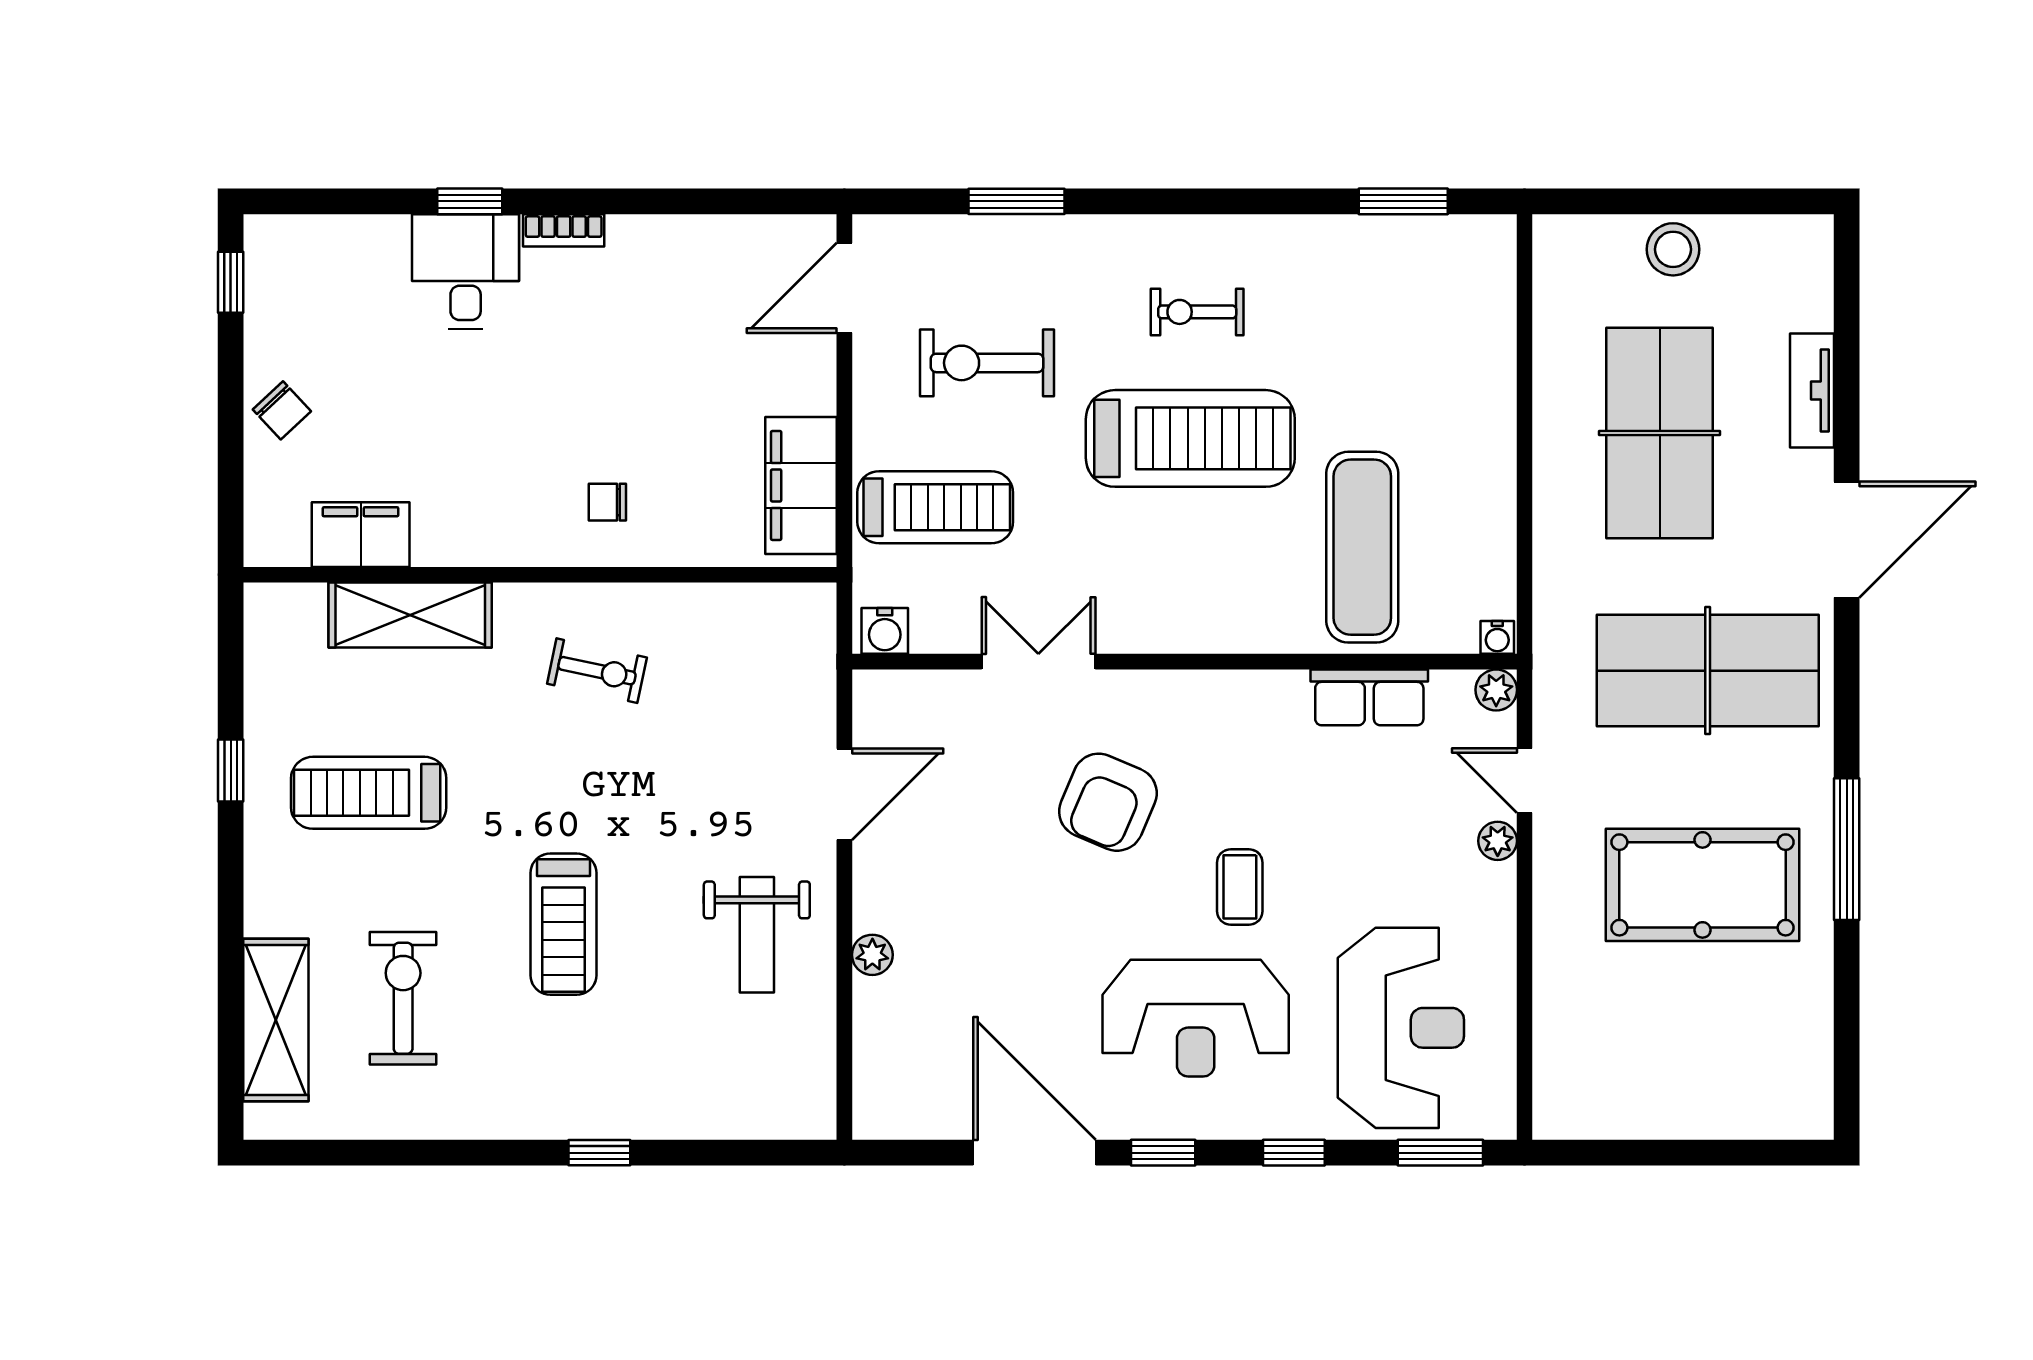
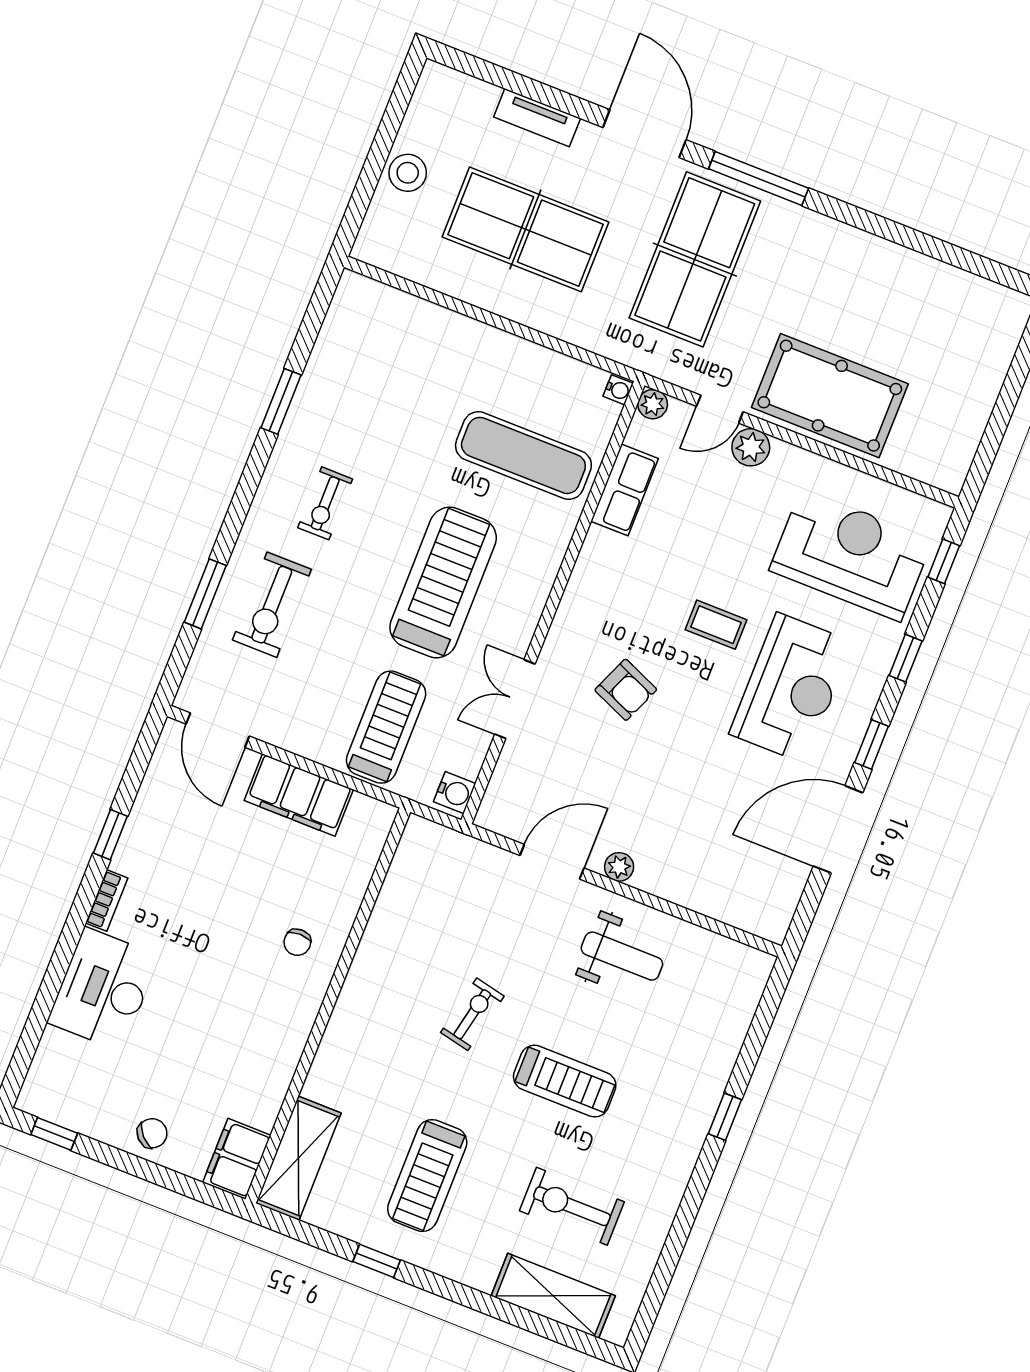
window: (470, 201) -> (110, 835), moved
window: (1403, 201) -> (281, 401), moved
desk: (466, 272) -> (103, 989), width x1.37
exercise bike: (987, 363) -> (272, 605), moved
treadmill: (1190, 438) -> (443, 582), moved
filing cabinet: (801, 485) -> (299, 795), moved
filing cabinet: (361, 535) -> (237, 1159), moved
shelving: (410, 615) -> (298, 1158), moved
exercise bike: (597, 671) -> (472, 1014), moved
door: (844, 794) -> (552, 862), hinge flipped
armchair: (1108, 802) -> (626, 690), width x0.72, depth x0.72
plant: (1498, 841) -> (751, 447), width x1.38, depth x1.38
window: (1847, 849) -> (759, 179), moved
pool table: (1703, 885) -> (830, 396), moved, turned 90
plant: (872, 955) -> (619, 867), moved
window: (1440, 1153) -> (944, 561), width x0.67

